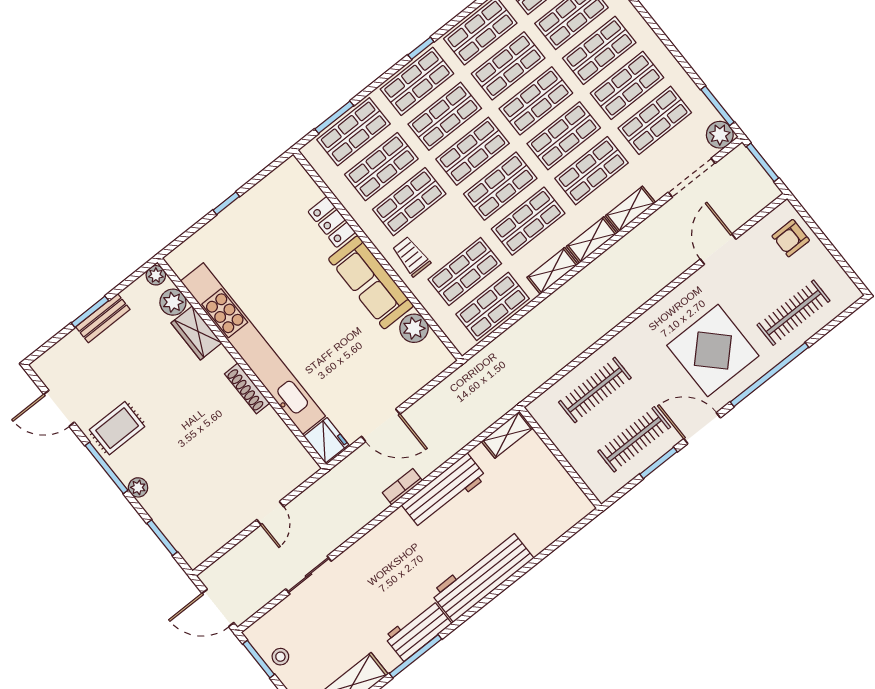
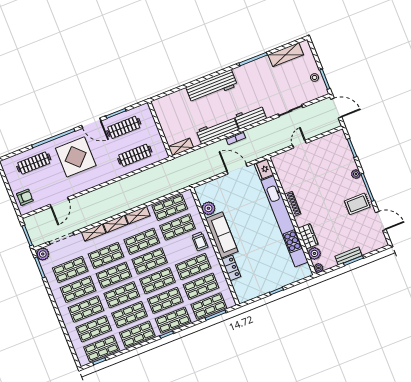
workbench: (418, 630) -> (250, 117), moved, turned 180

